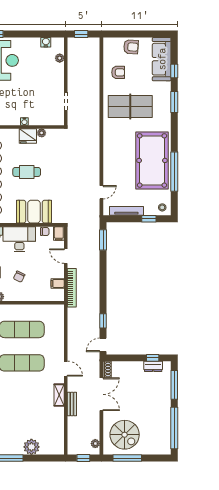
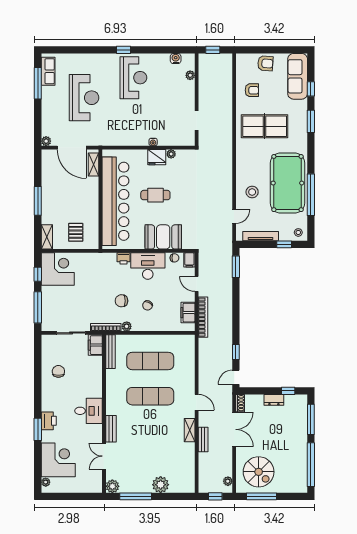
stool: (118, 169) -> (252, 192), added
filing cabinet: (58, 283) -> (188, 313), width x2.00
dresser: (153, 366) -> (274, 400), moved

